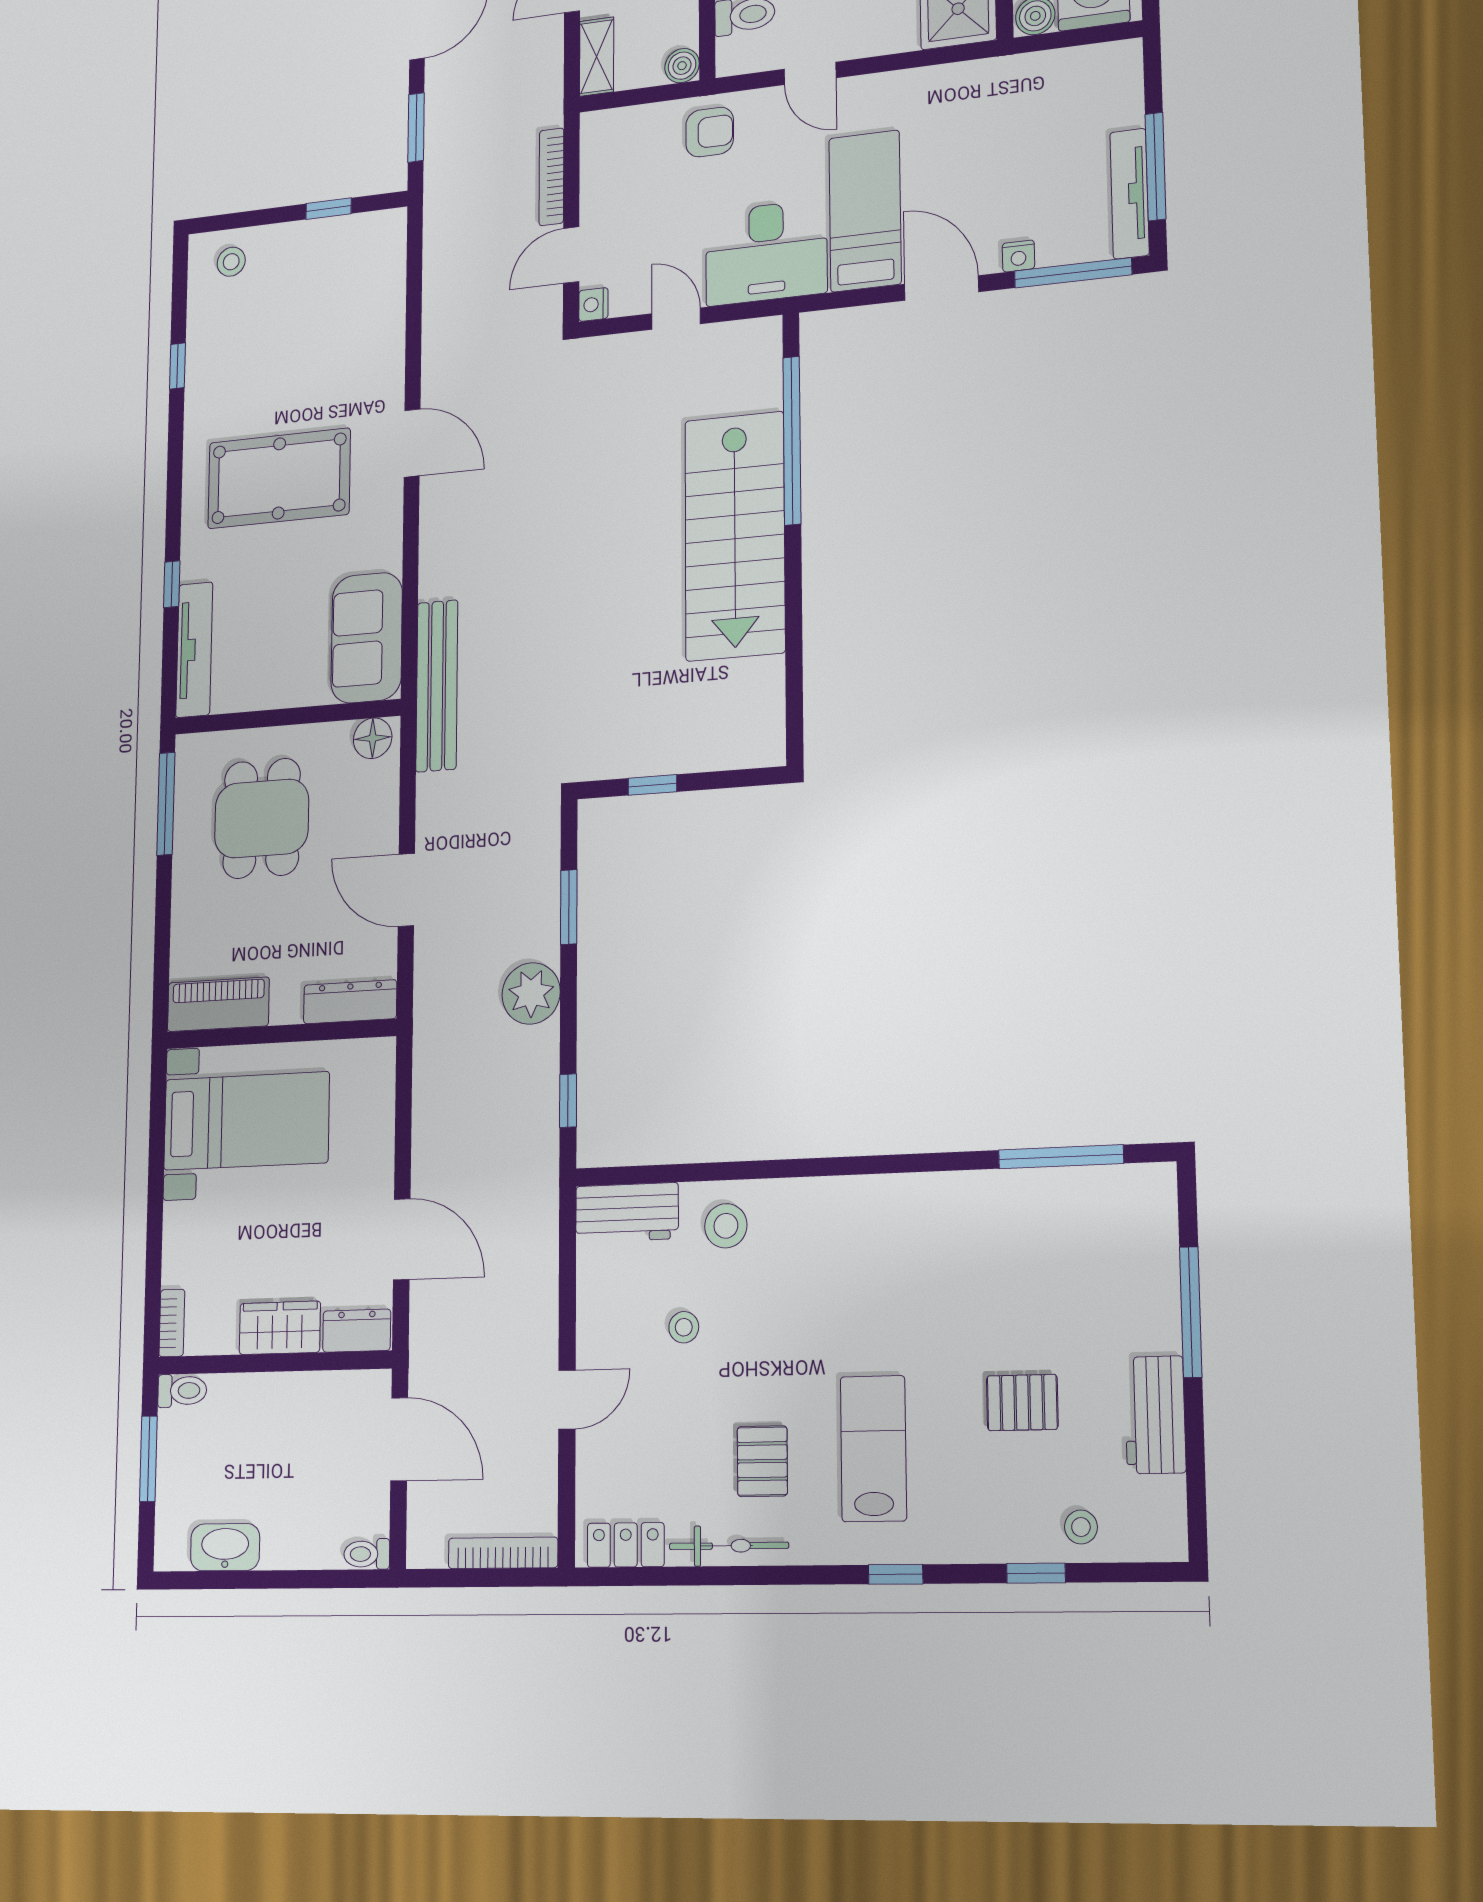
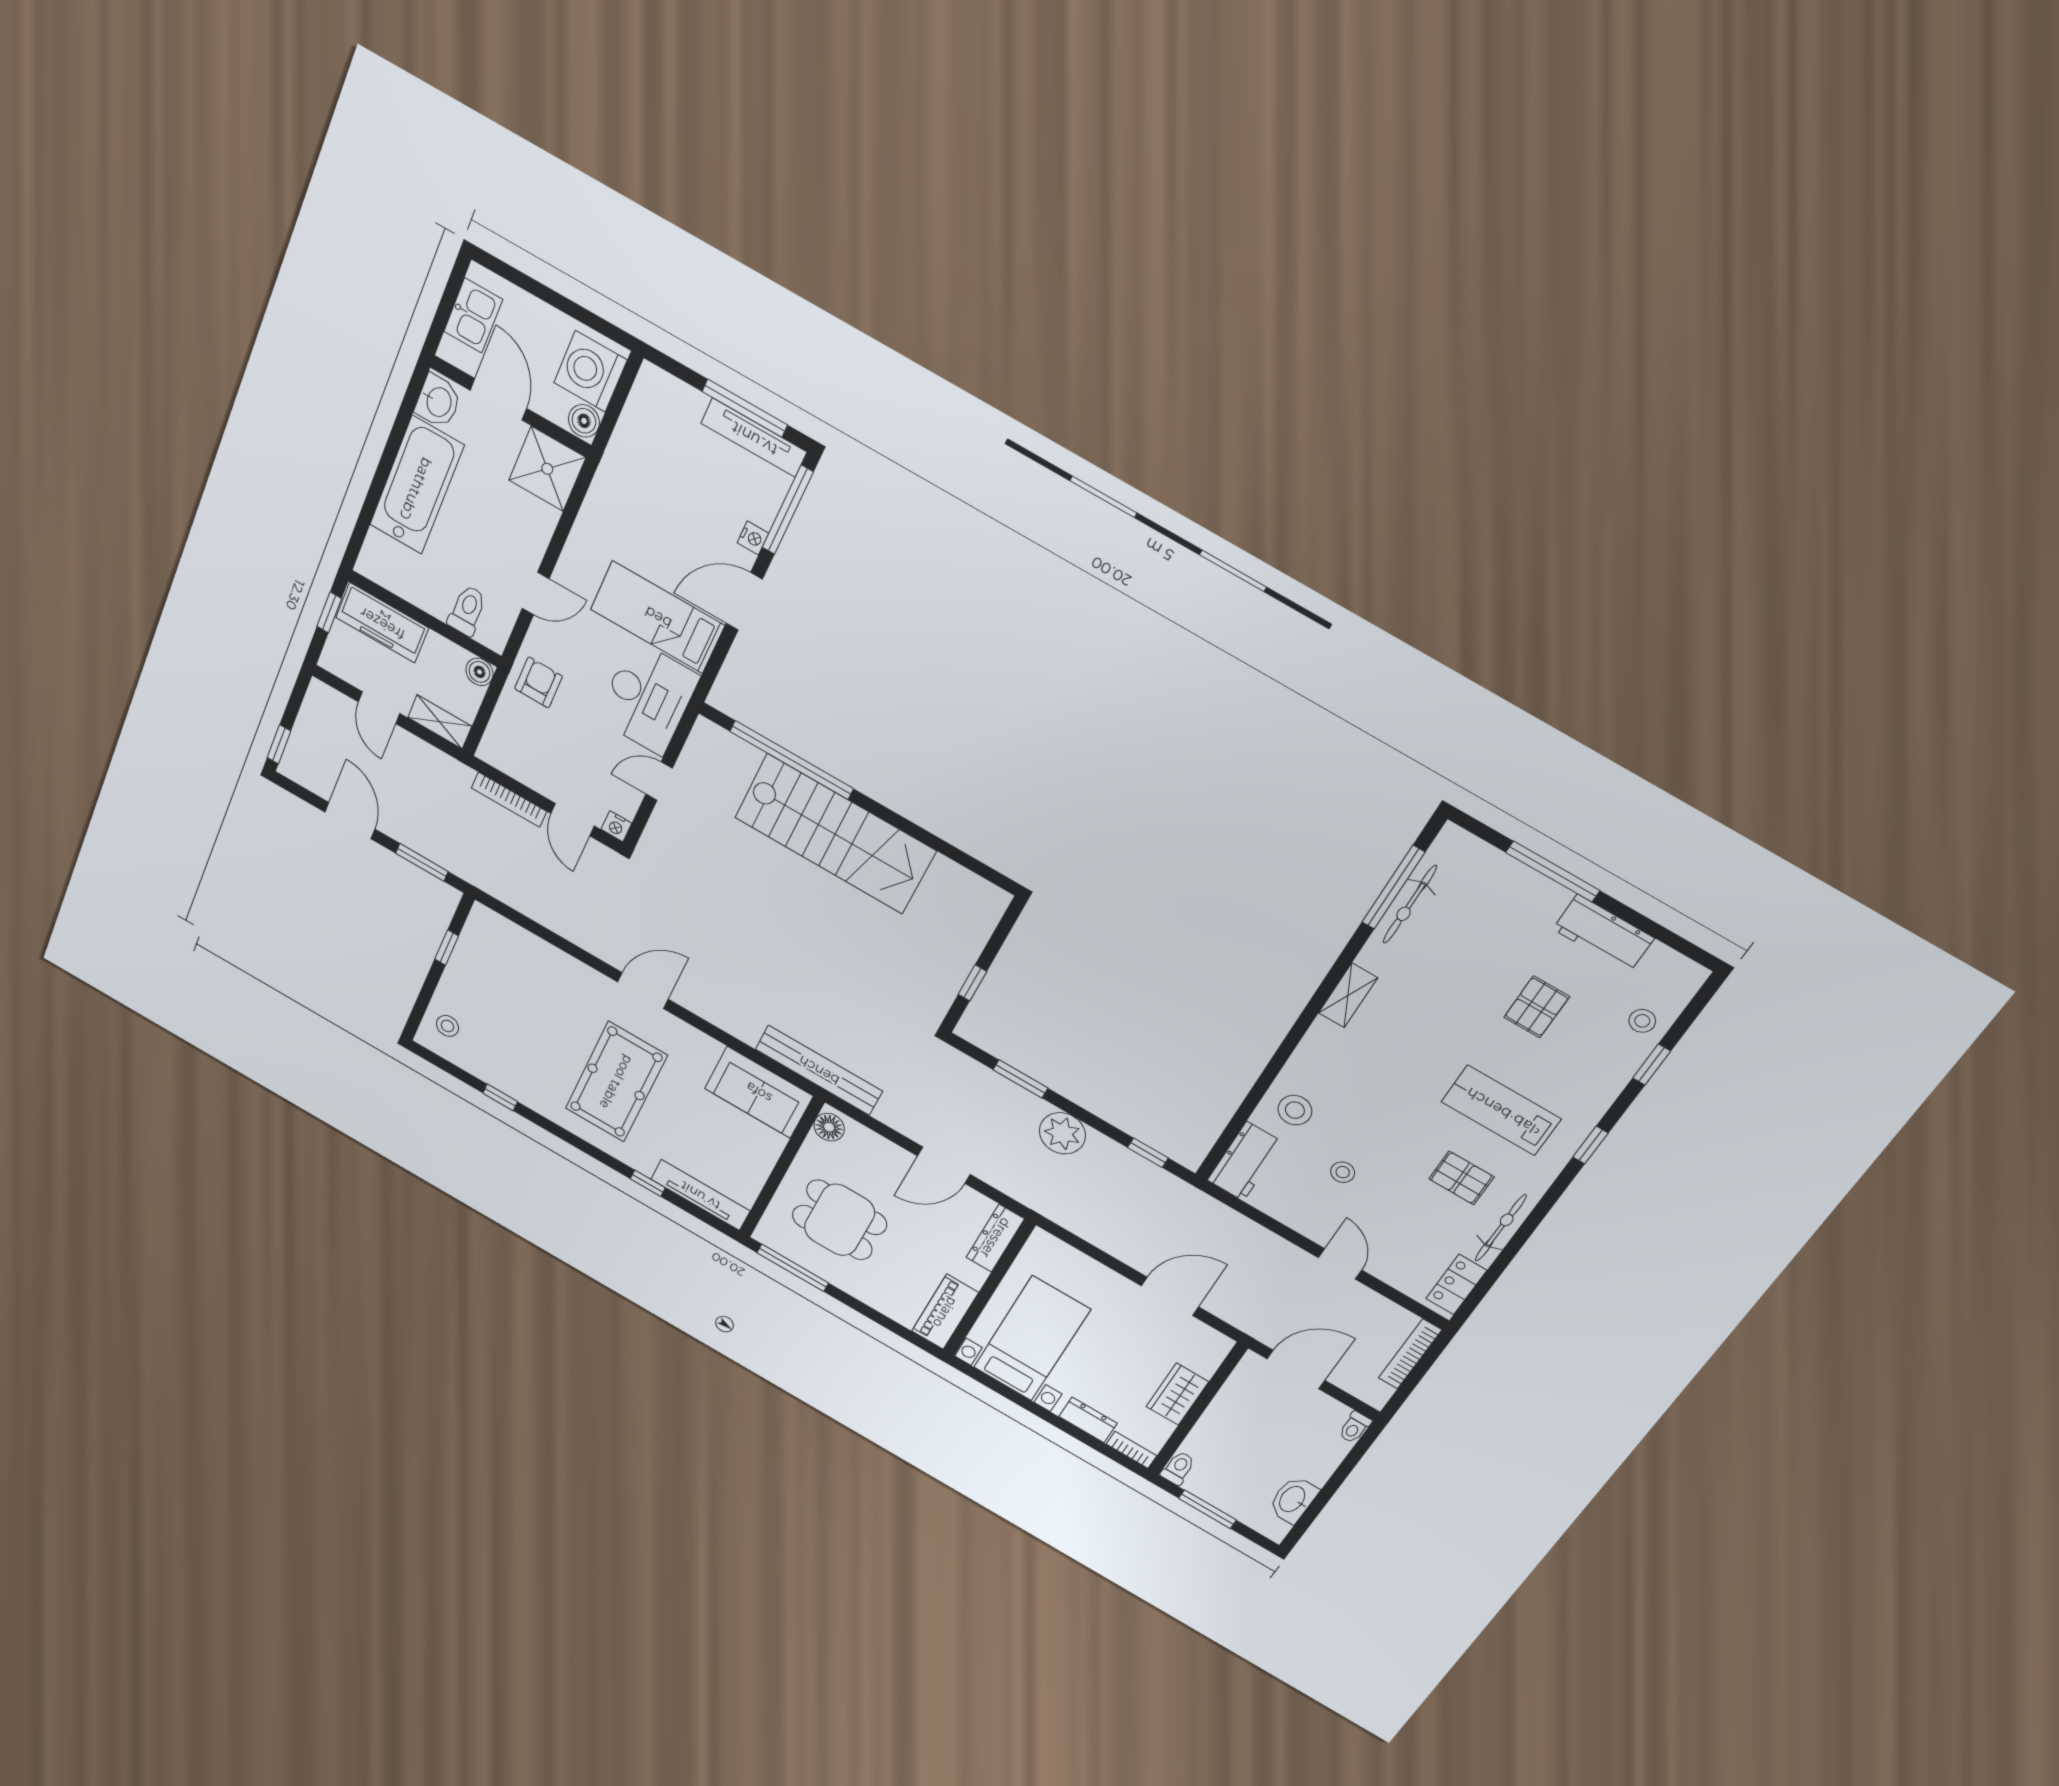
bicycle: (1053, 1187) -> (1410, 904), added
shelving: (902, 1192) -> (1348, 995), added
dresser: (357, 1331) -> (1088, 1420), moved, turned 90

